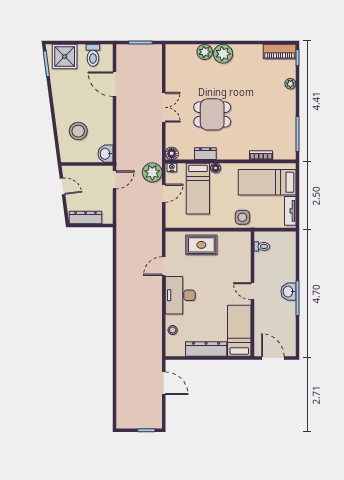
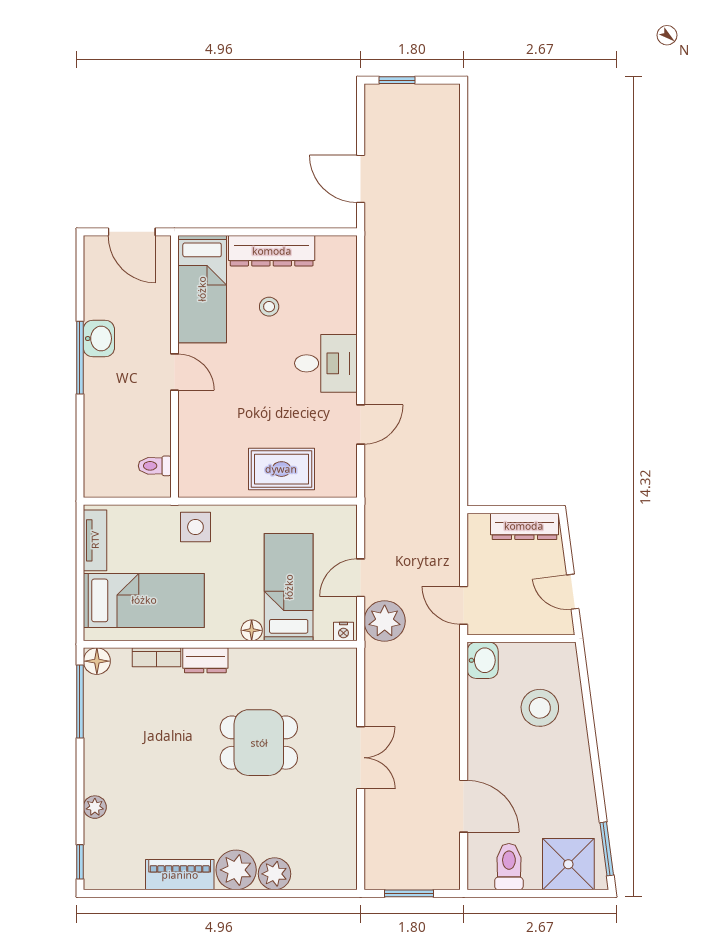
piano: (280, 52) -> (180, 875), moved
double door: (164, 107) -> (361, 758), swing flipped
floor lamp: (172, 153) -> (97, 661), moved
dresser: (205, 154) -> (205, 660), moved
door: (115, 180) -> (464, 605), hinge flipped
washbasin: (288, 292) -> (99, 339), moved
desk: (180, 295) -> (326, 363), width x0.73
stool: (173, 330) -> (269, 307), moved

